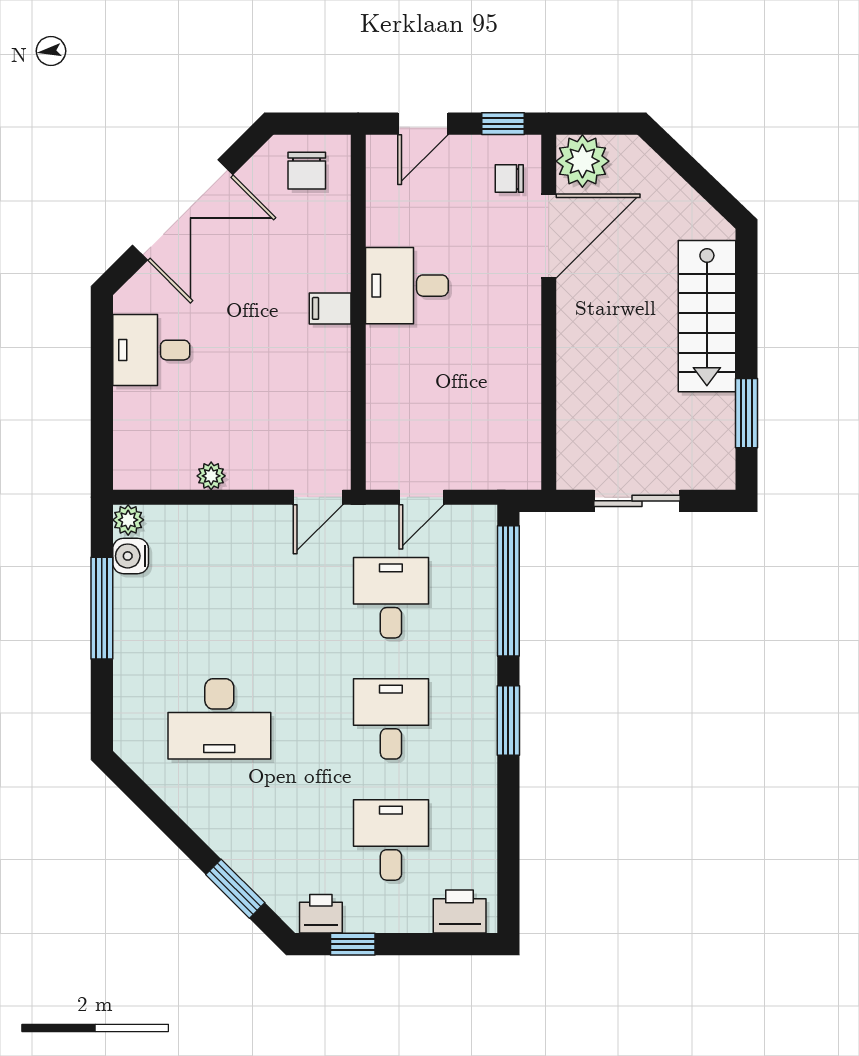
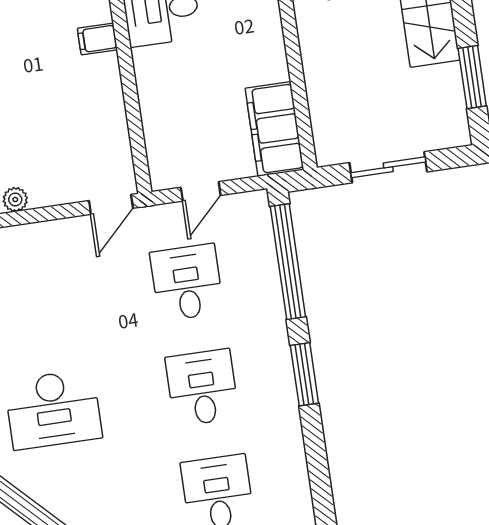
filing cabinet: (515, 439) -> (274, 129), added

